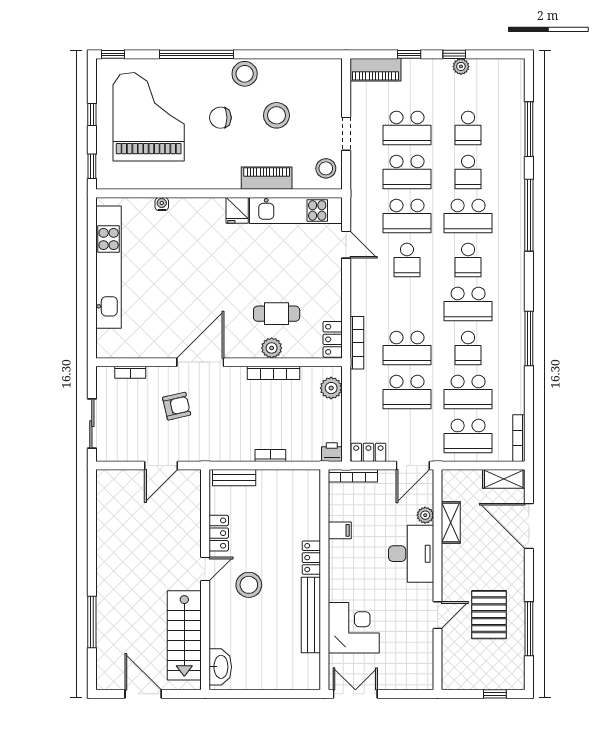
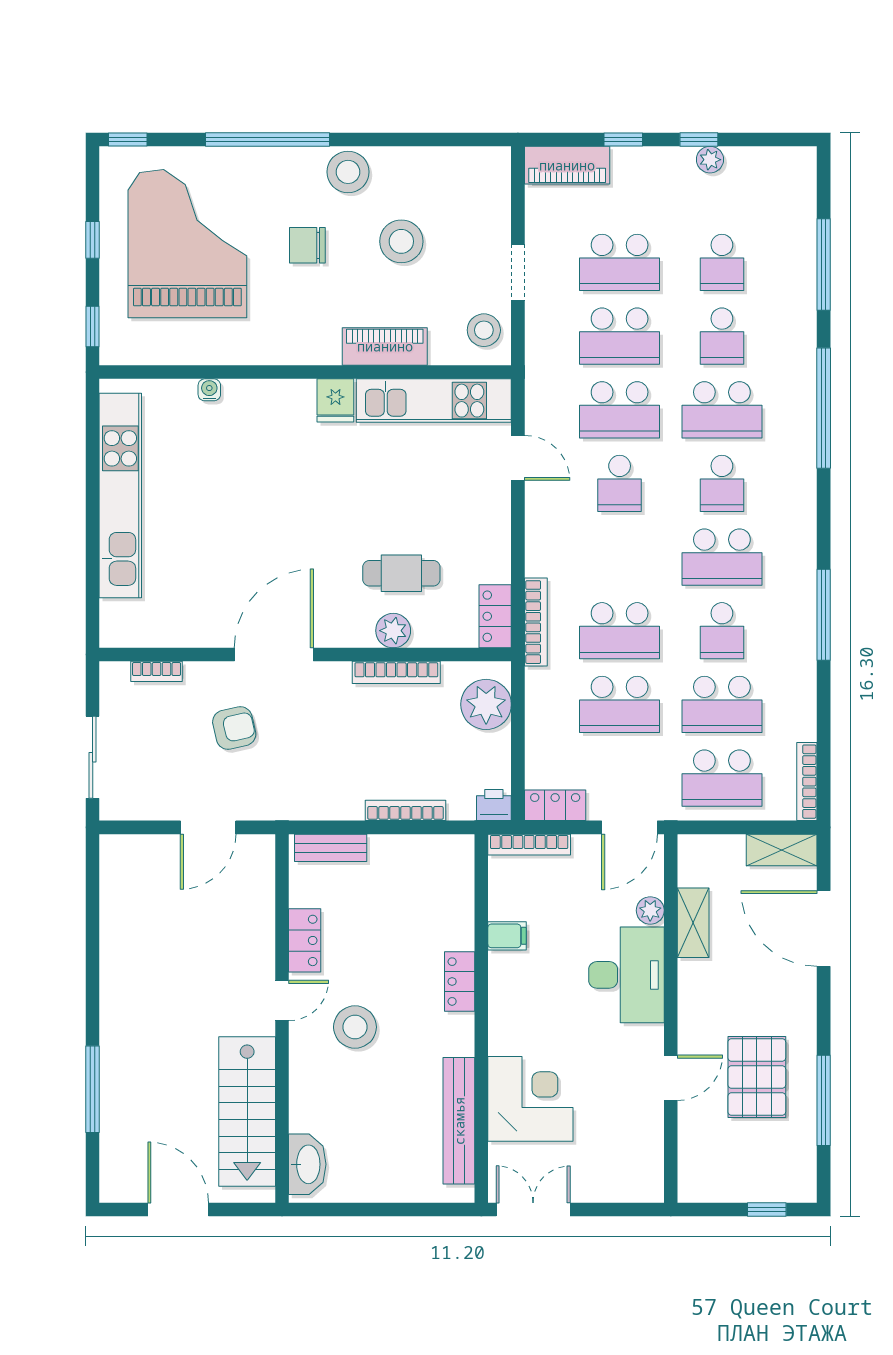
plant: (331, 388) -> (486, 704), width x1.36, depth x1.36
bookcase: (270, 455) -> (406, 810), width x1.56
bench: (311, 615) -> (459, 1121), moved

